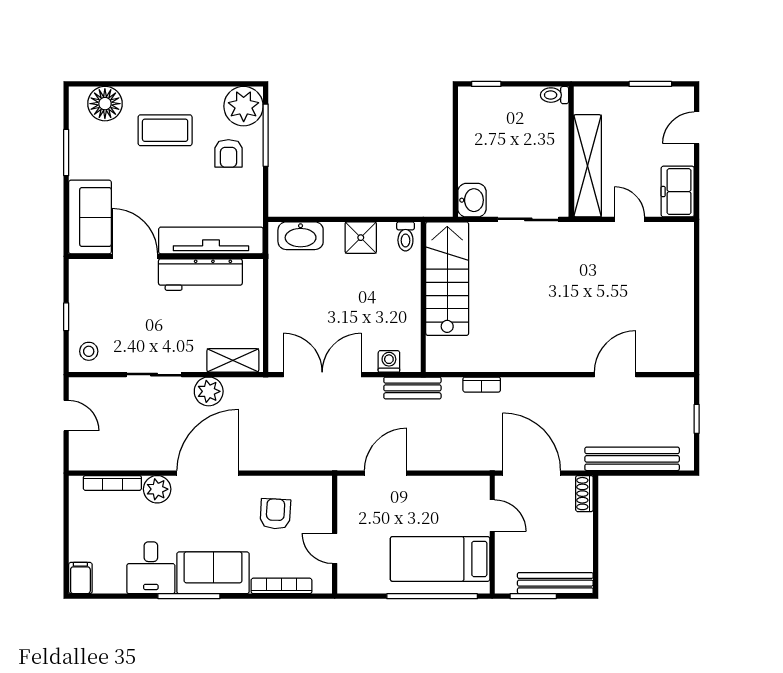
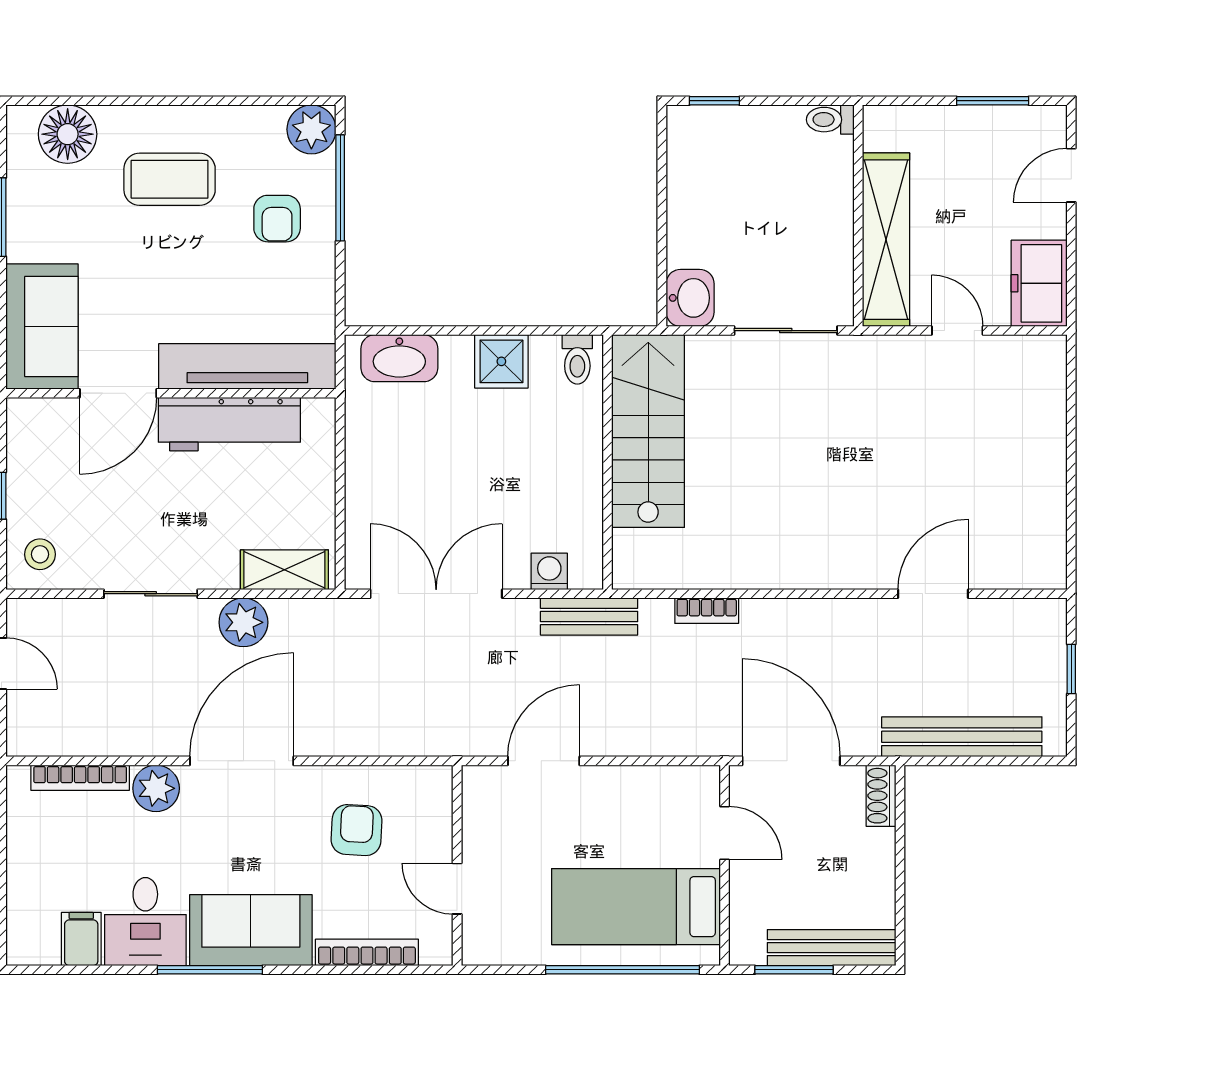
plant: (244, 106) -> (311, 129), width x0.73, depth x0.73
door: (135, 256) -> (118, 393), swing flipped
filing cabinet: (80, 578) -> (81, 939), moved

